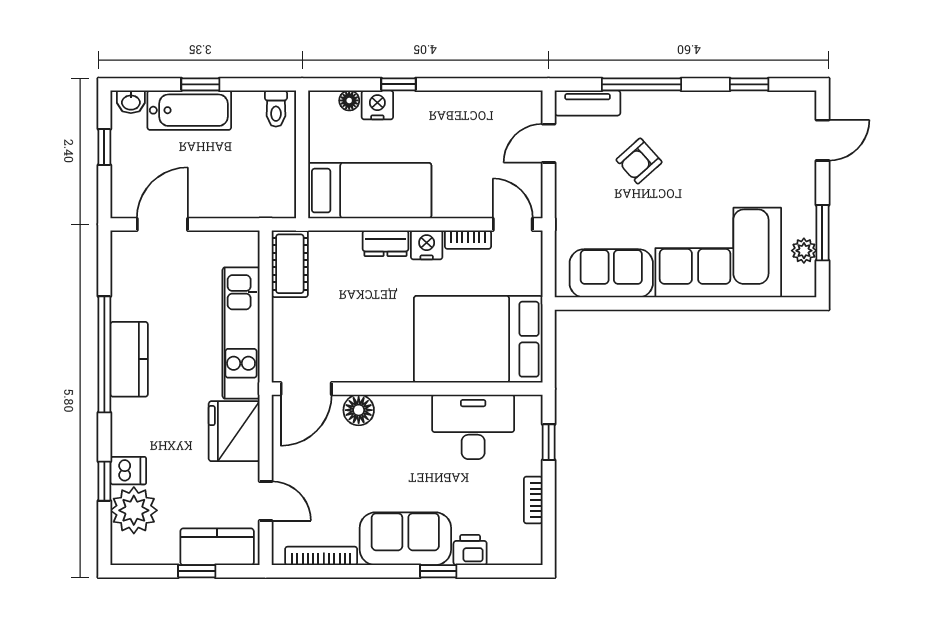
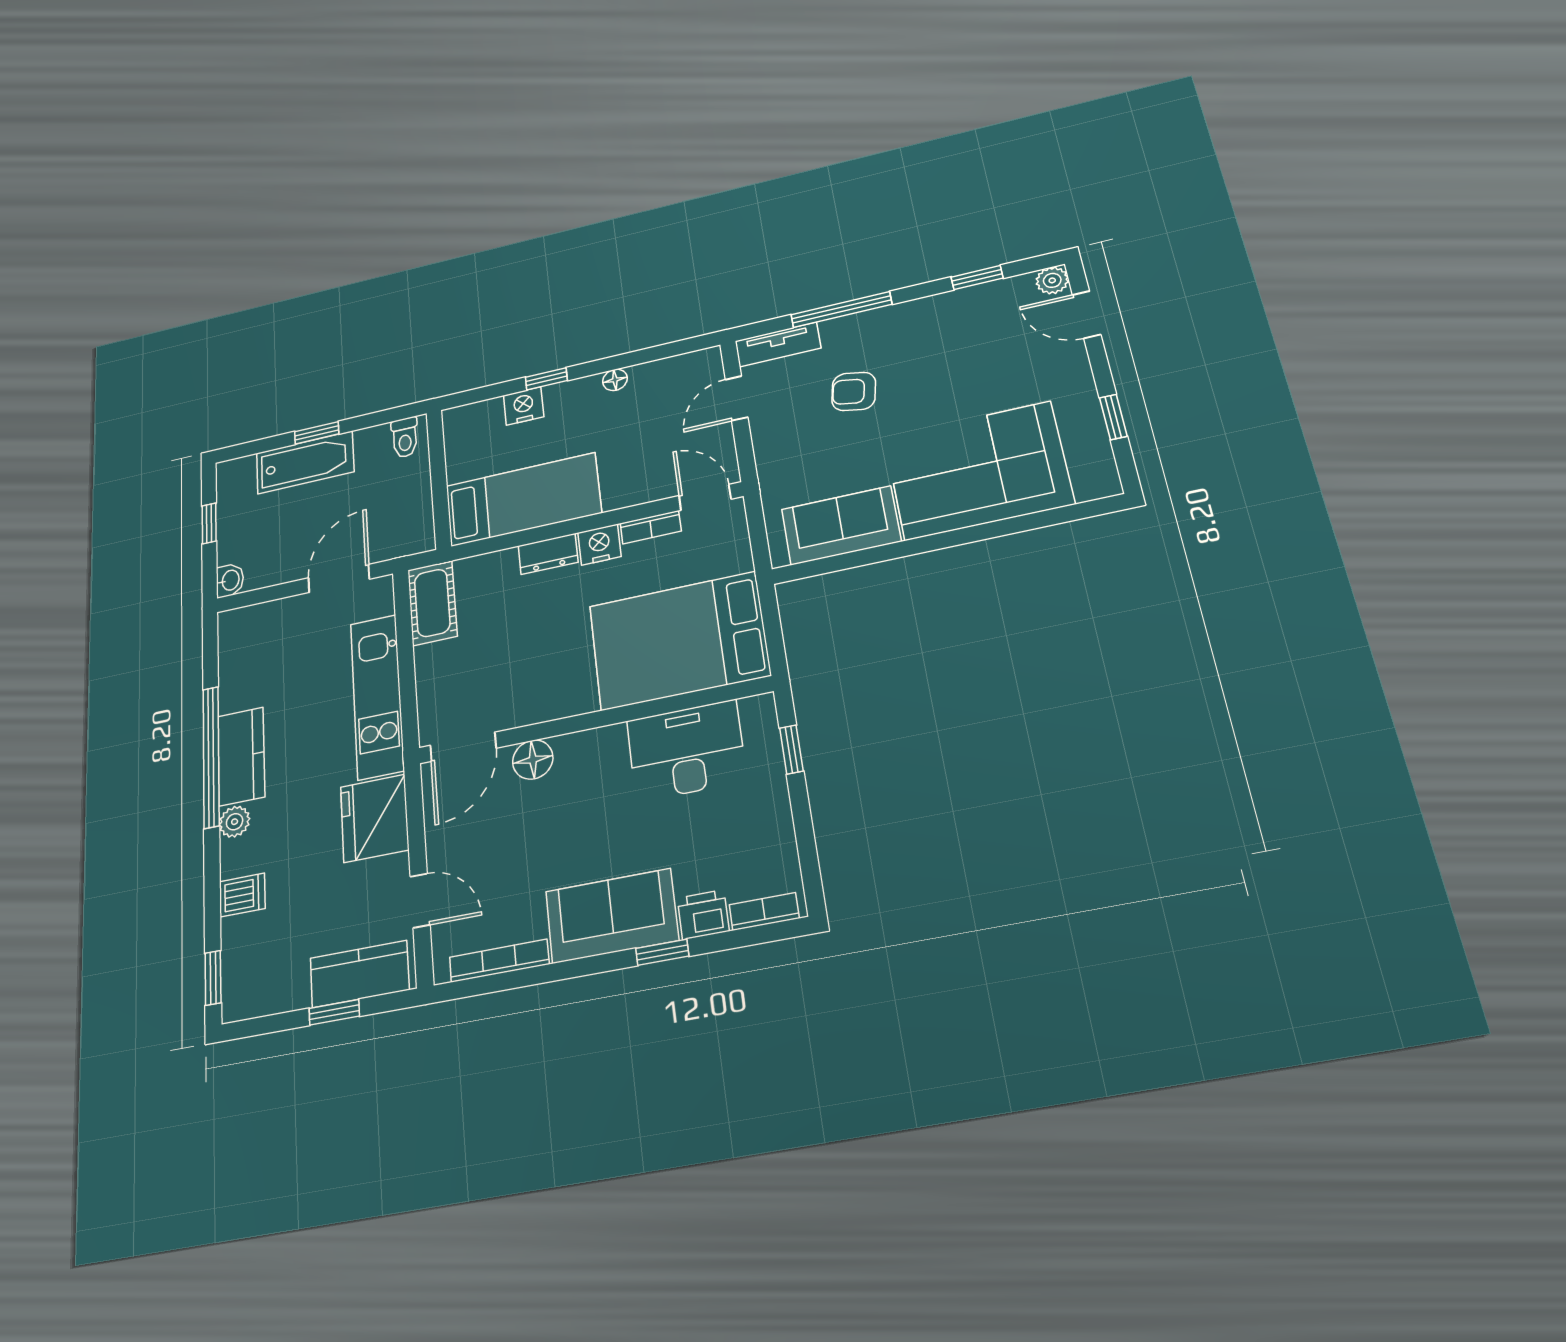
floor lamp: (349, 100) -> (615, 380), moved
washbasin: (131, 102) -> (230, 580), moved, turned -90
door: (822, 140) -> (1087, 315), swing flipped
armchair: (639, 161) -> (854, 391), turned 53
door: (162, 224) -> (339, 578), moved
window: (822, 233) -> (1113, 417), width x0.67
plant: (804, 251) -> (1052, 280), moved
window: (104, 481) -> (213, 978), moved
bookcase: (533, 500) -> (764, 912), moved, turned 90
plant: (134, 510) -> (235, 822), moved, width x0.53, depth x0.53

